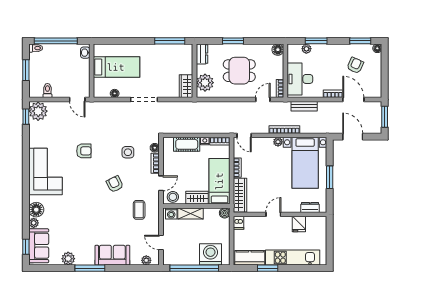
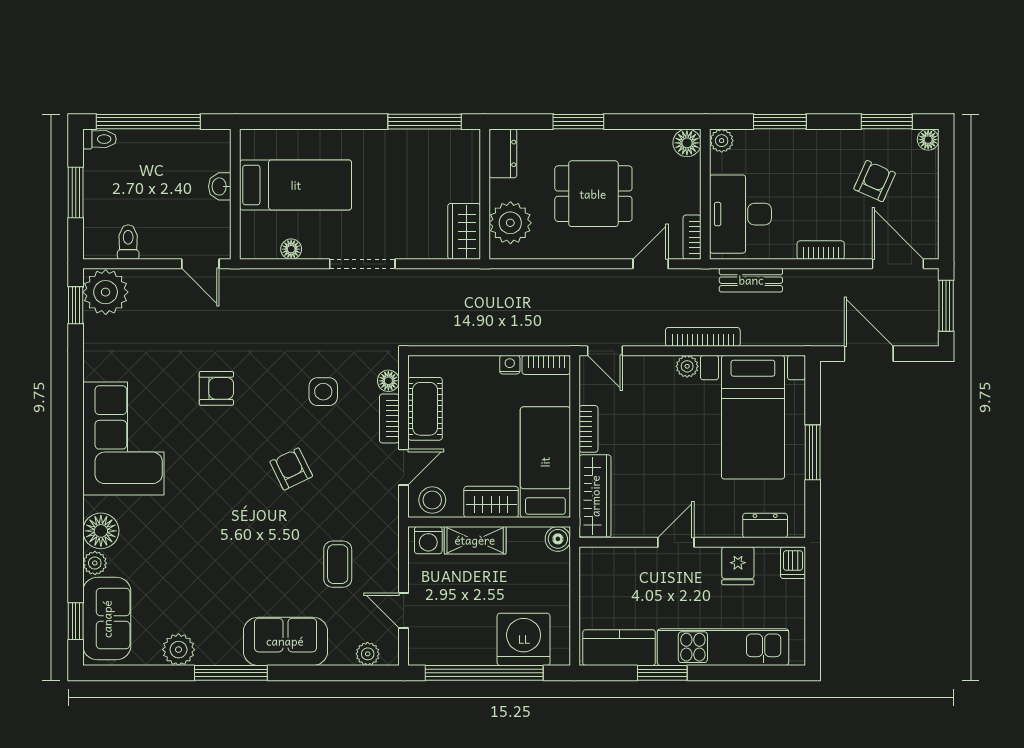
plant: (306, 49) -> (722, 141), moved
washbasin: (85, 53) -> (220, 186), moved
door: (353, 100) -> (898, 264), moved
cot: (187, 144) -> (425, 409), moved, turned 90
coffee table: (139, 210) -> (338, 564), moved
dishwasher: (239, 223) -> (793, 563), moved

